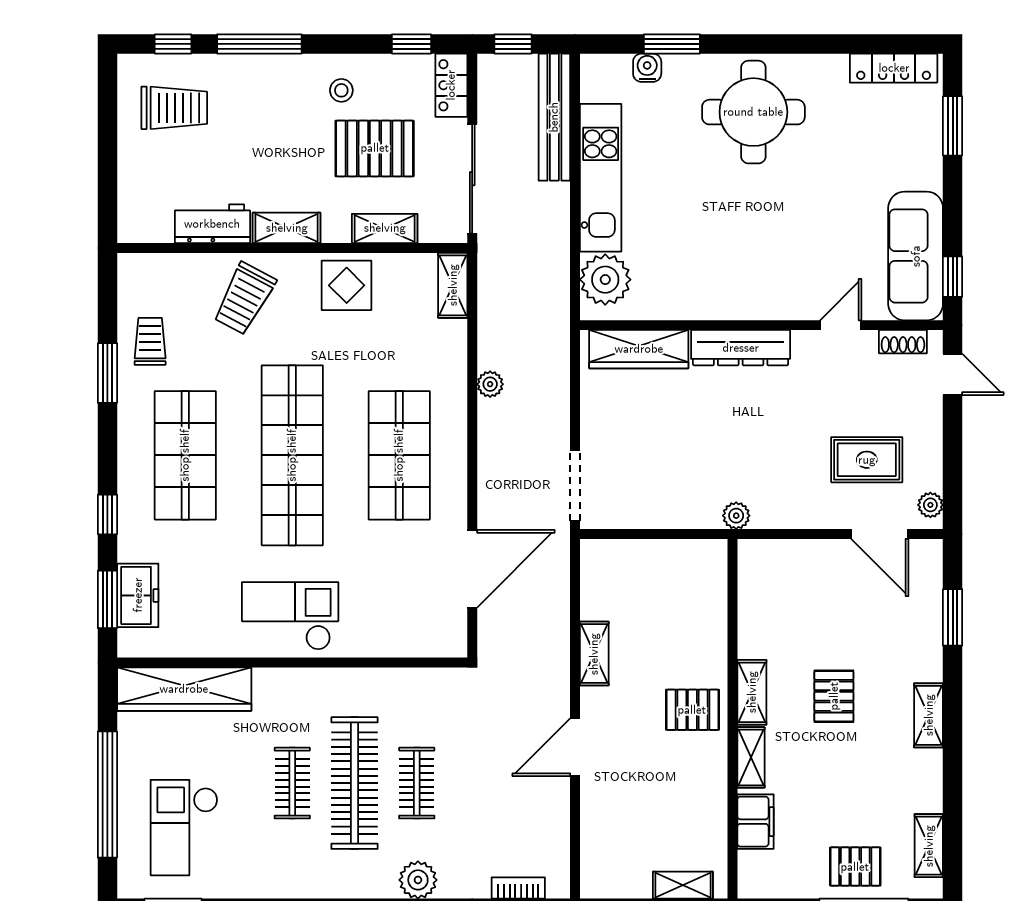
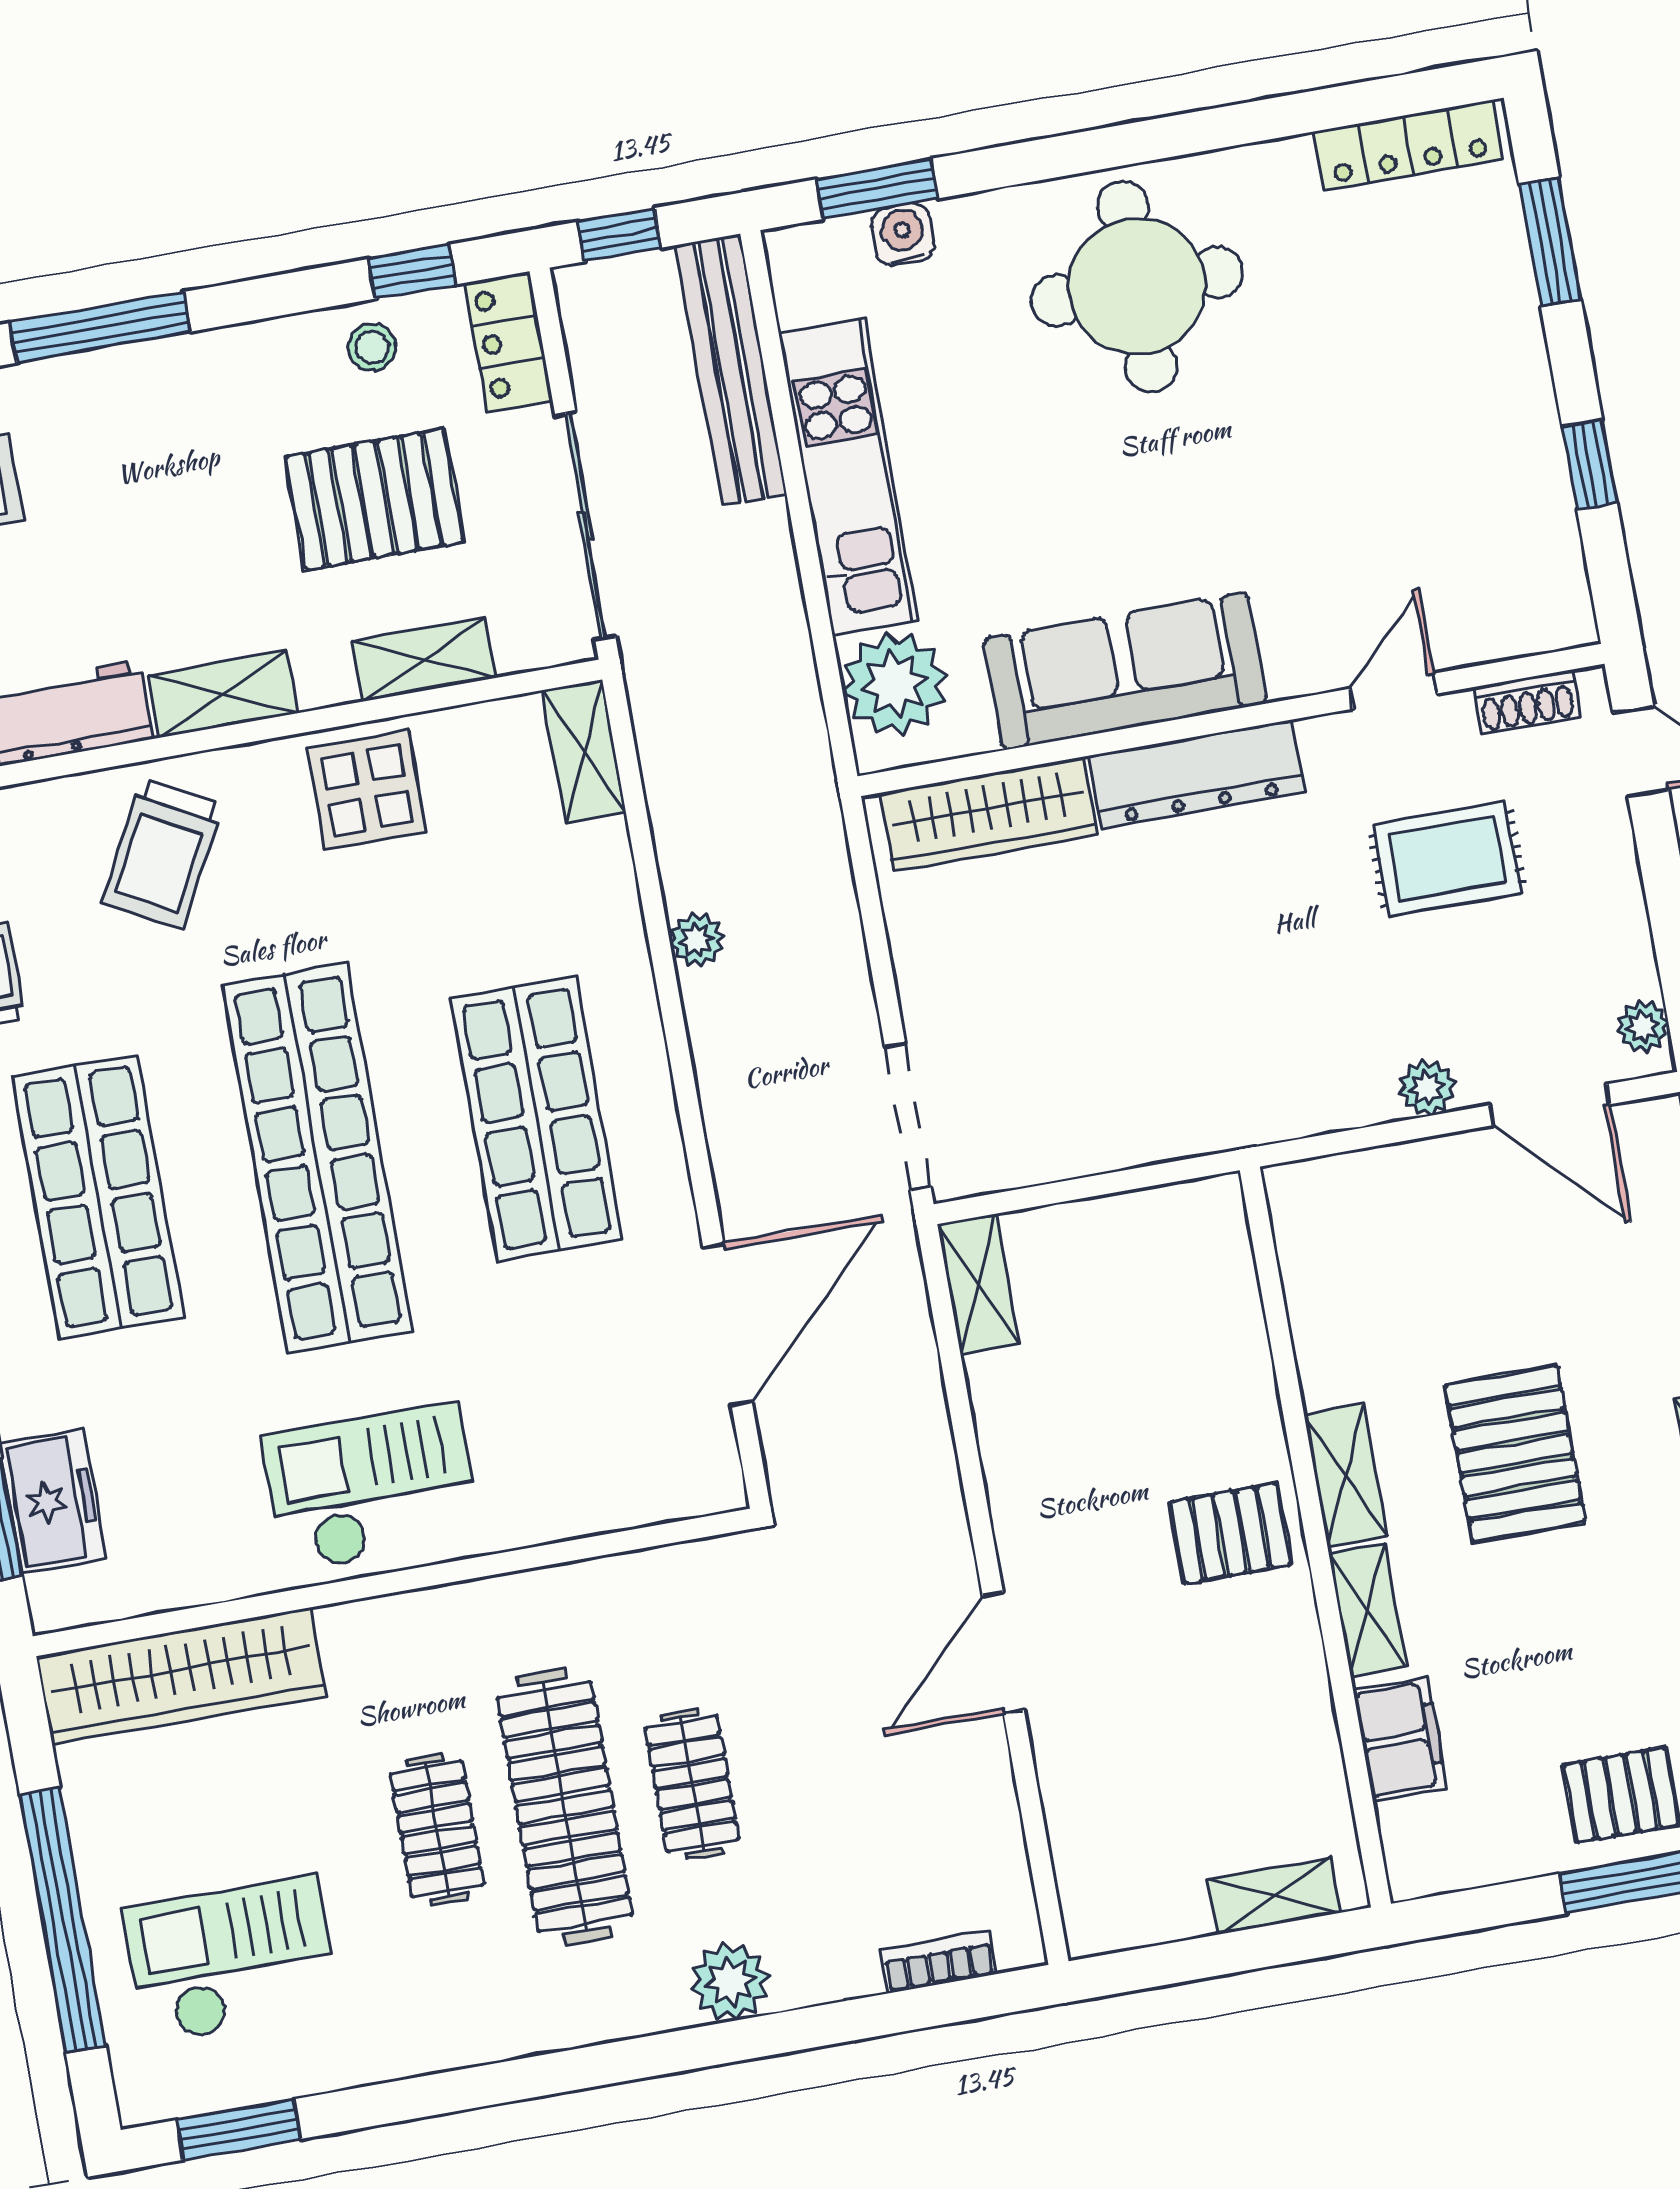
window: (672, 44) -> (877, 189), moved
stool: (341, 90) -> (372, 347), moved
sofa: (916, 256) -> (1125, 671), moved, turned 90
window: (953, 277) -> (1590, 465), moved
rug: (867, 460) -> (1447, 859), moved
plant: (736, 516) -> (1427, 1088), moved
shelving: (594, 654) -> (978, 1284), moved
pallet: (834, 696) -> (1515, 1454), width x1.50, depth x1.42
checkout: (184, 828) -> (232, 1960), turned 90

